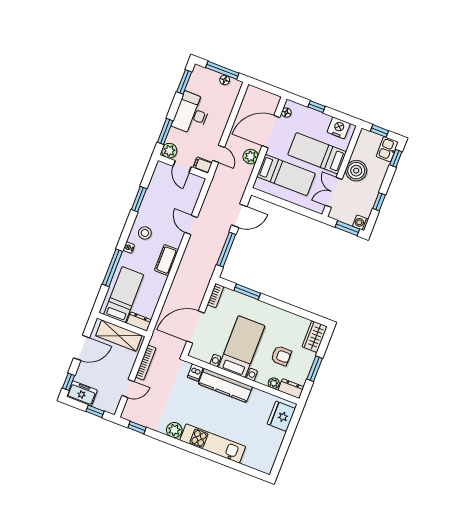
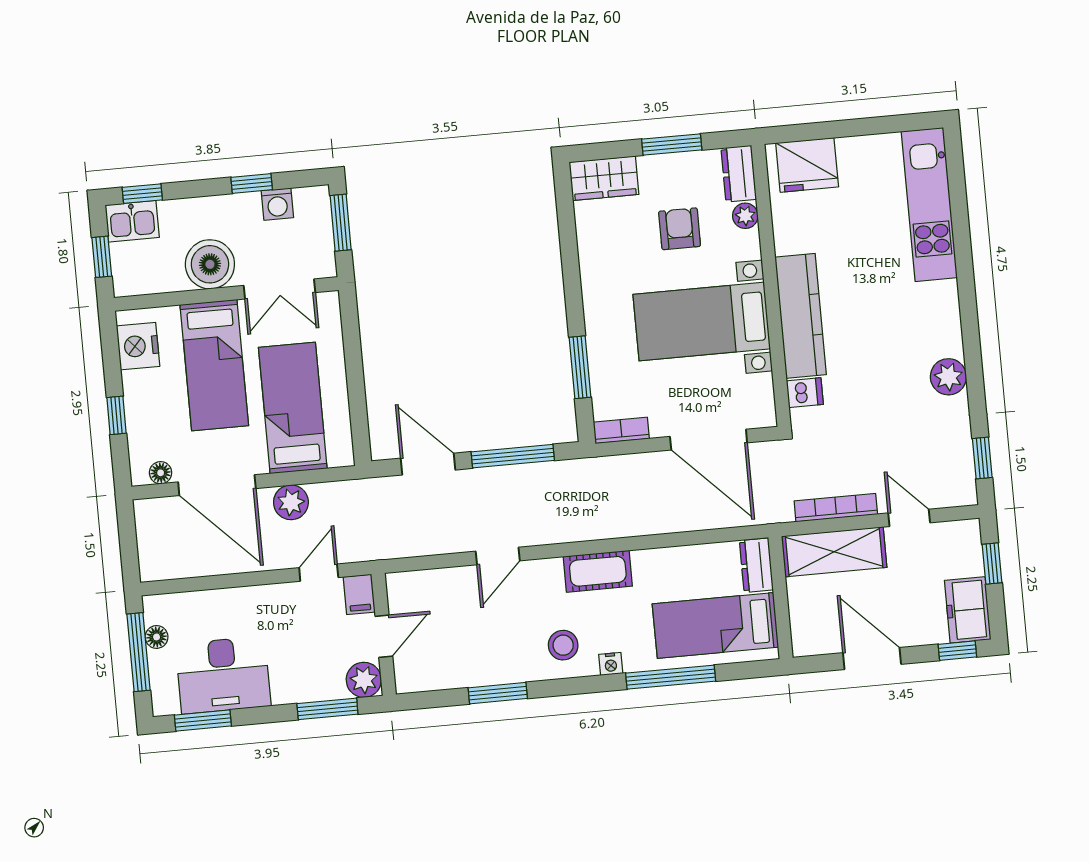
desk: (192, 114) -> (223, 675), moved
washing machine: (361, 223) -> (277, 204), moved
shelving: (119, 336) -> (834, 552), moved, turned 90
kitchen unit: (213, 443) -> (929, 204), moved

